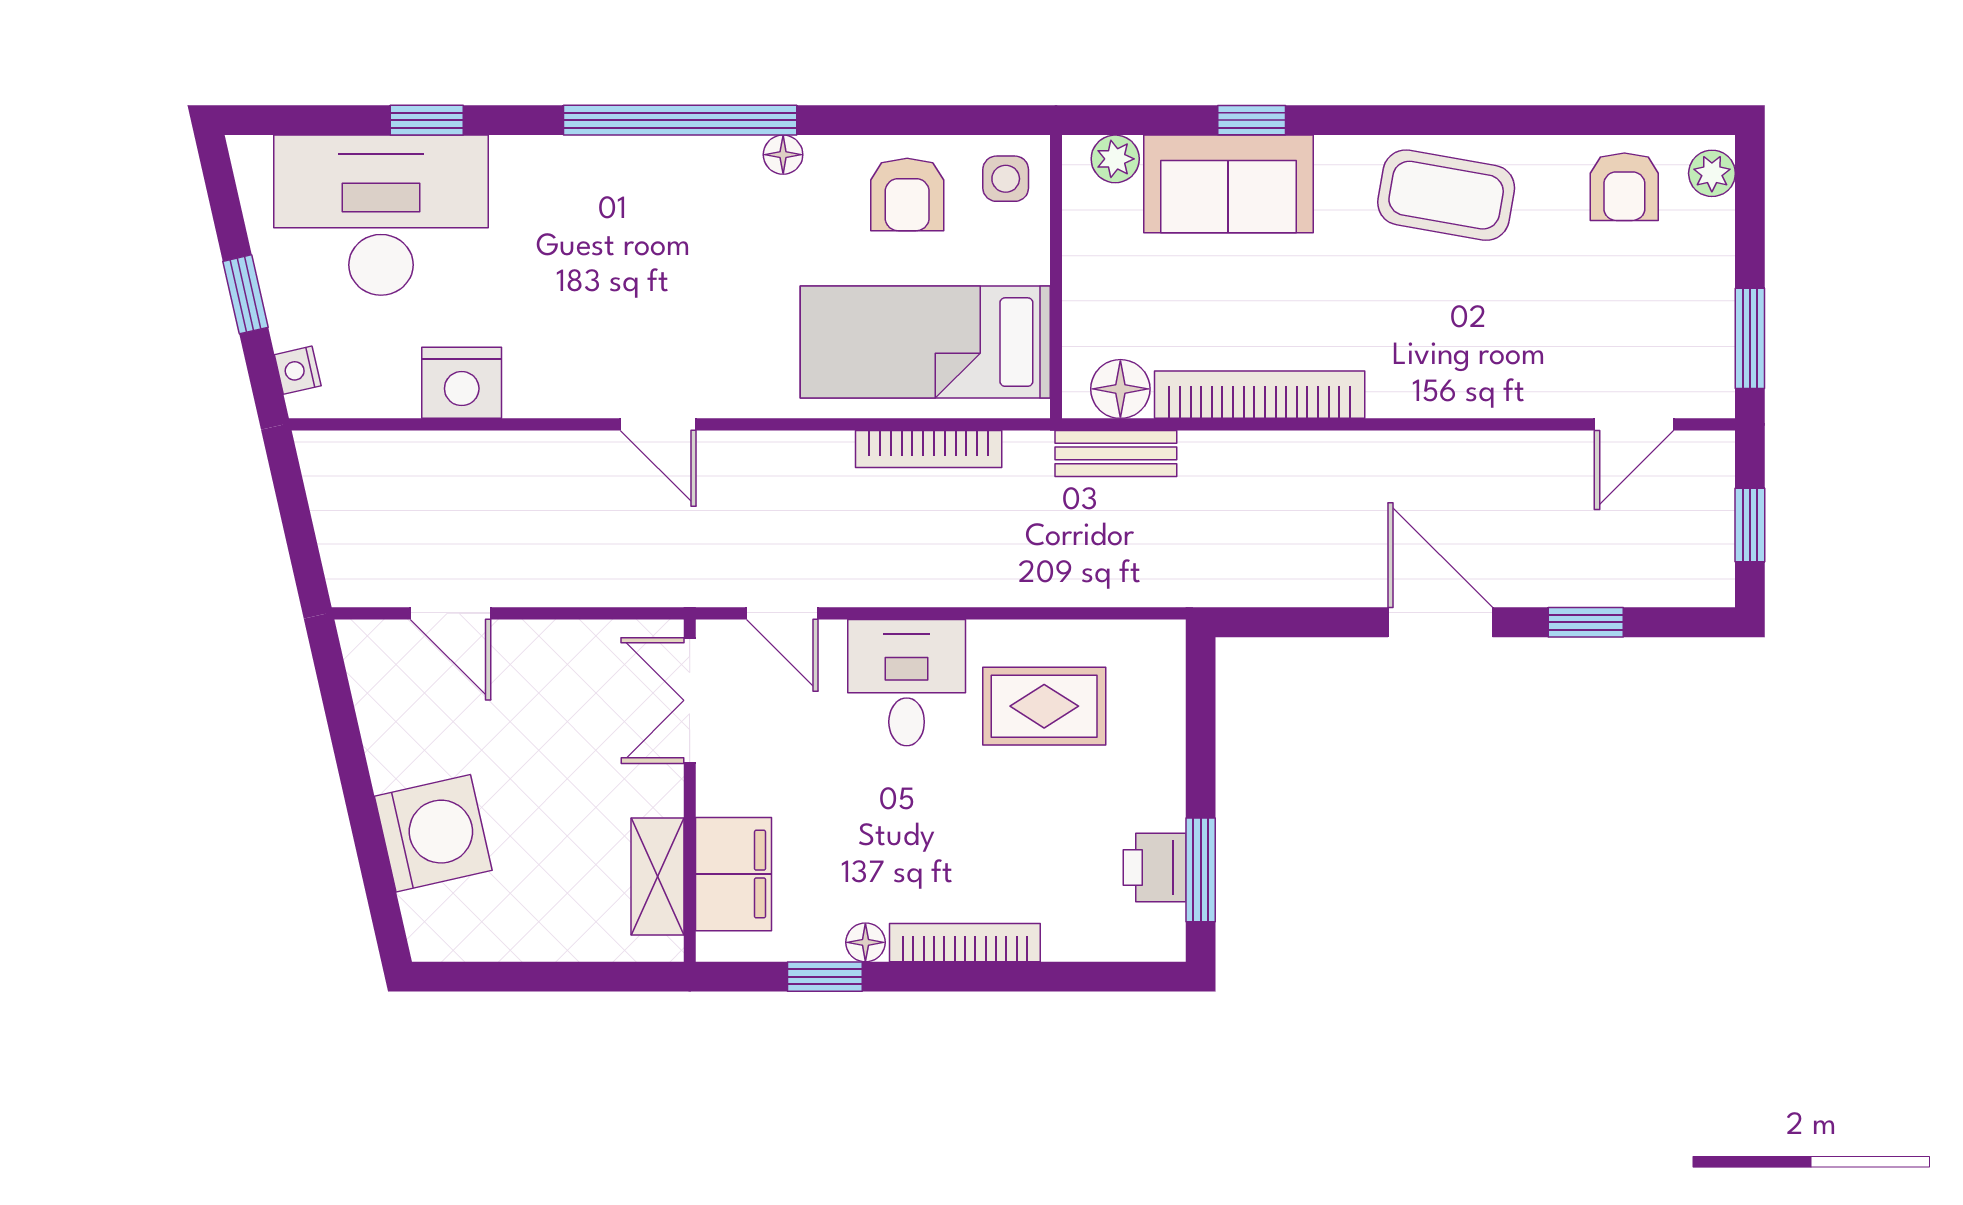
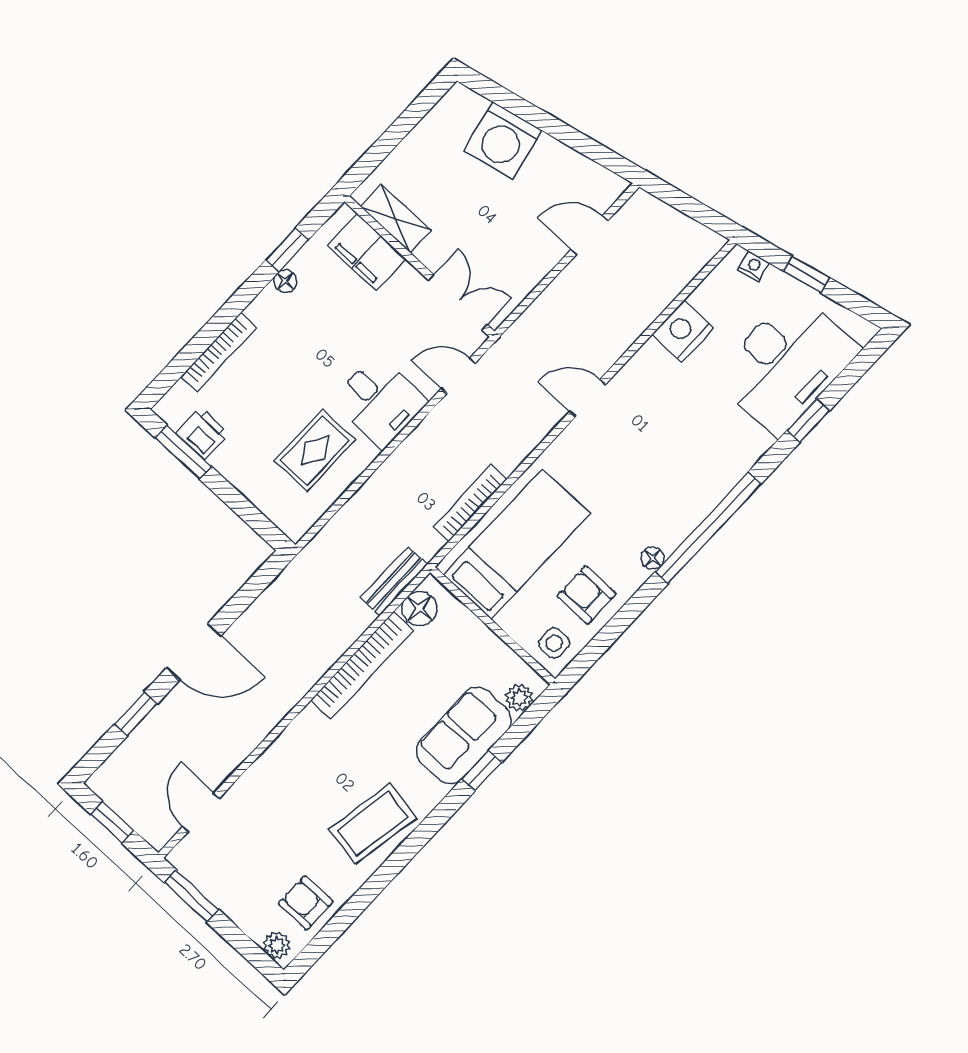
bookcase: (965, 943) -> (219, 352), moved

